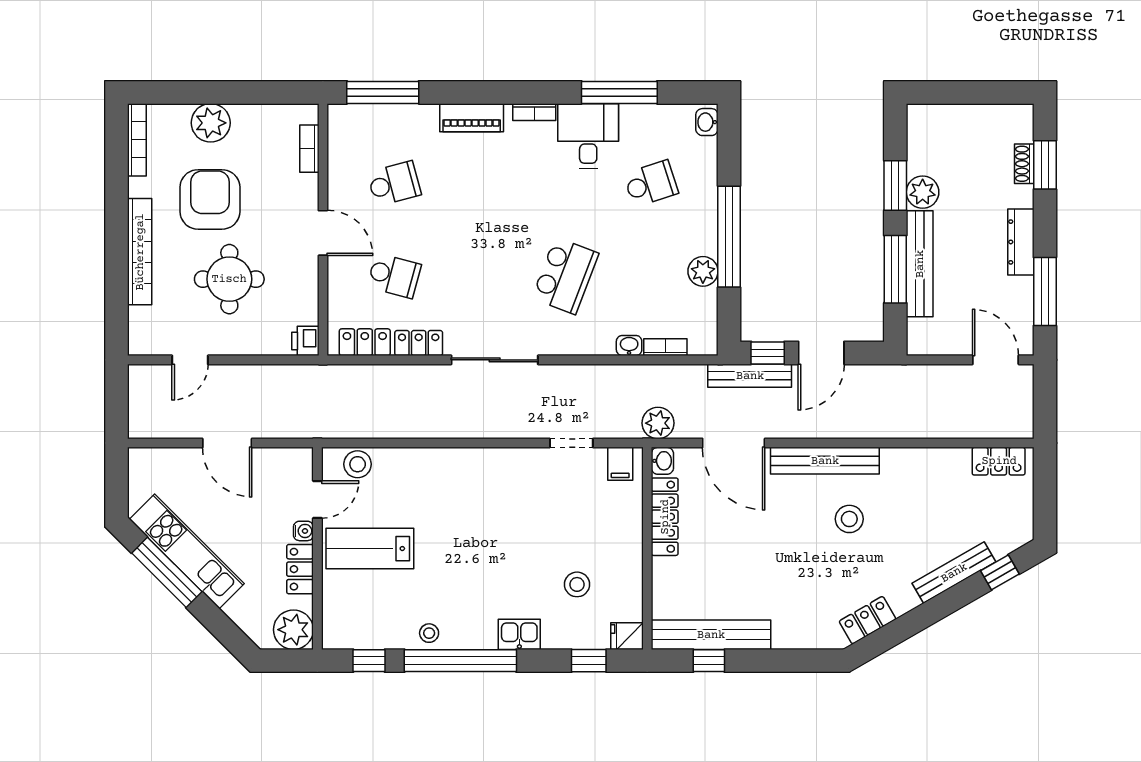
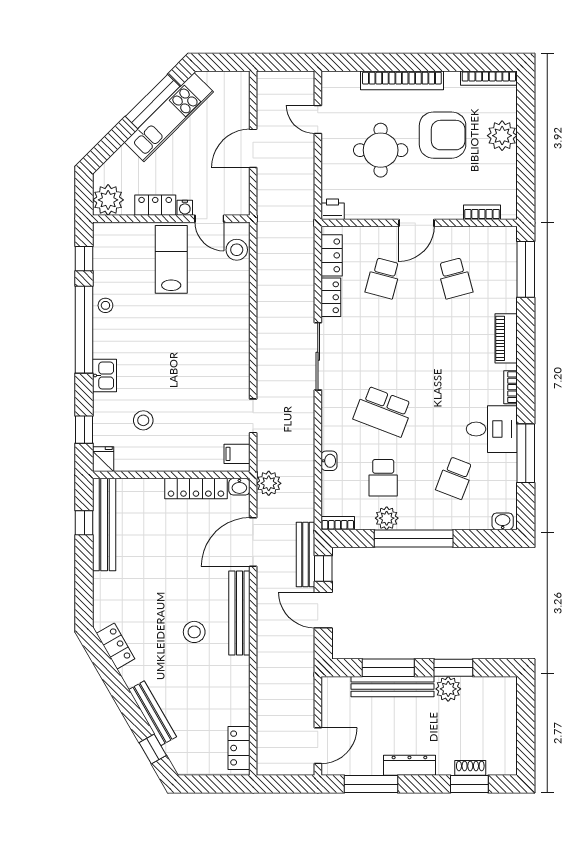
school desk: (651, 184) -> (455, 478), turned 39
school desk: (651, 276) -> (383, 478), added
bookcase: (665, 347) -> (338, 523), moved, turned -90

